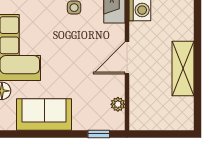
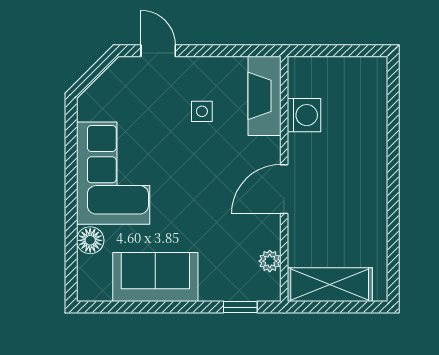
shelving: (183, 69) -> (330, 285), moved, turned 90

